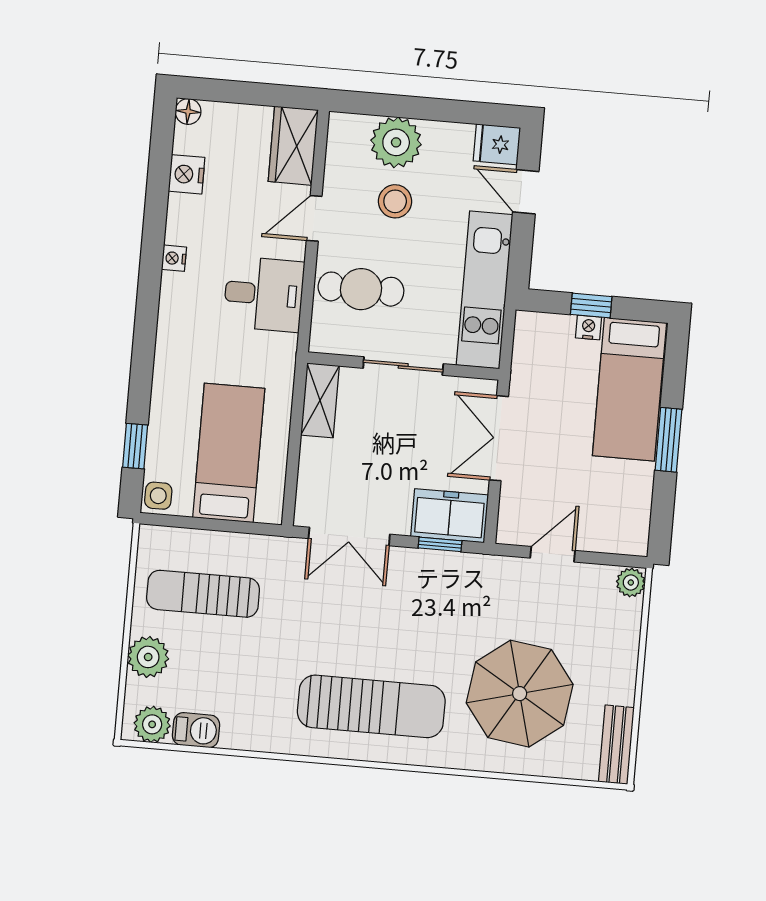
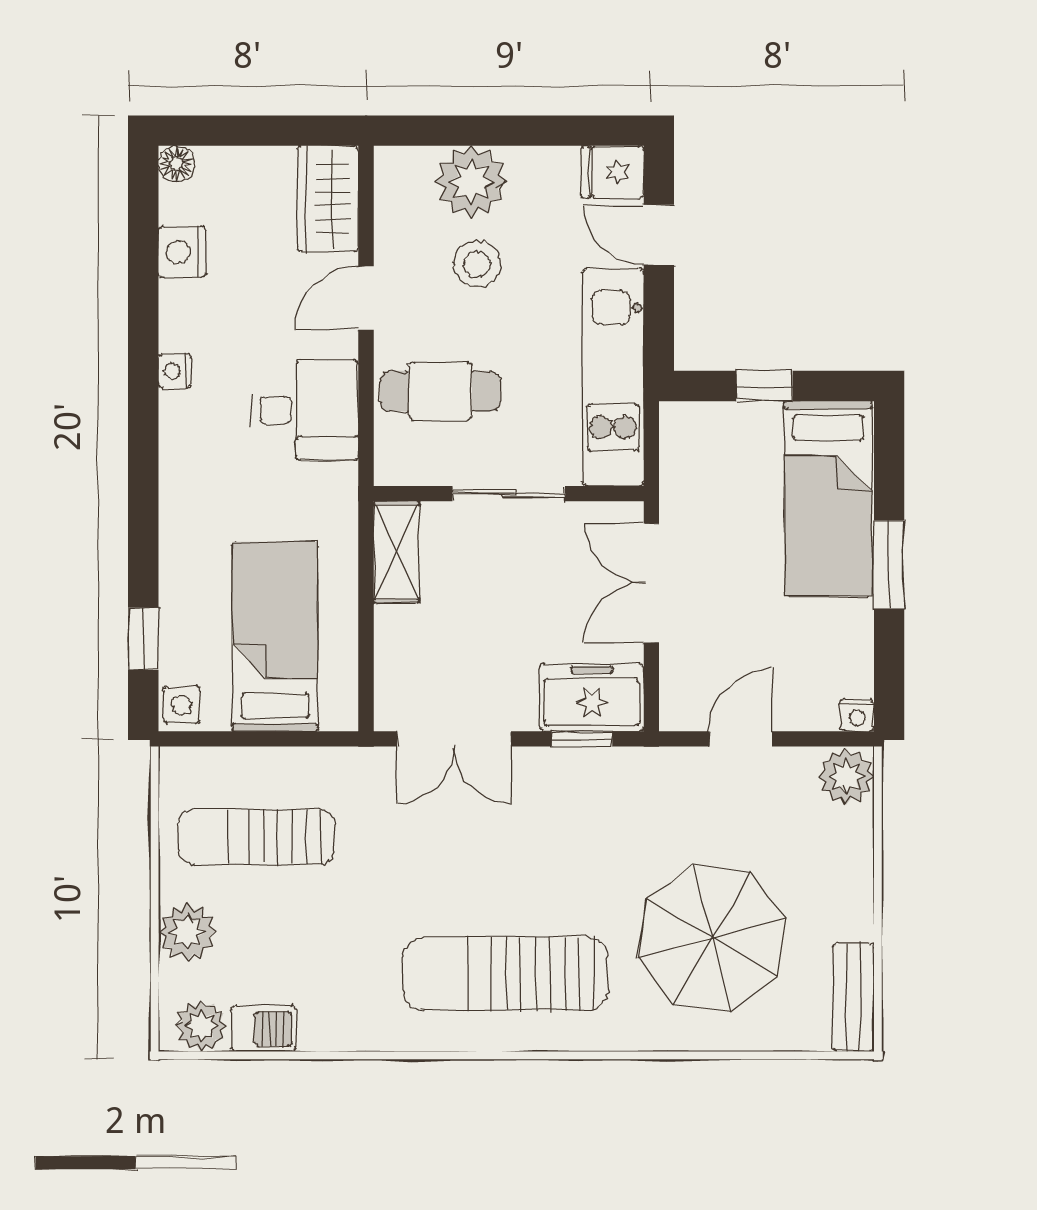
nightstand: (588, 327) -> (857, 715), moved, turned 180
plant: (631, 583) -> (846, 776), width x1.38, depth x1.38
sun lounger: (371, 706) -> (506, 974), turned 180

